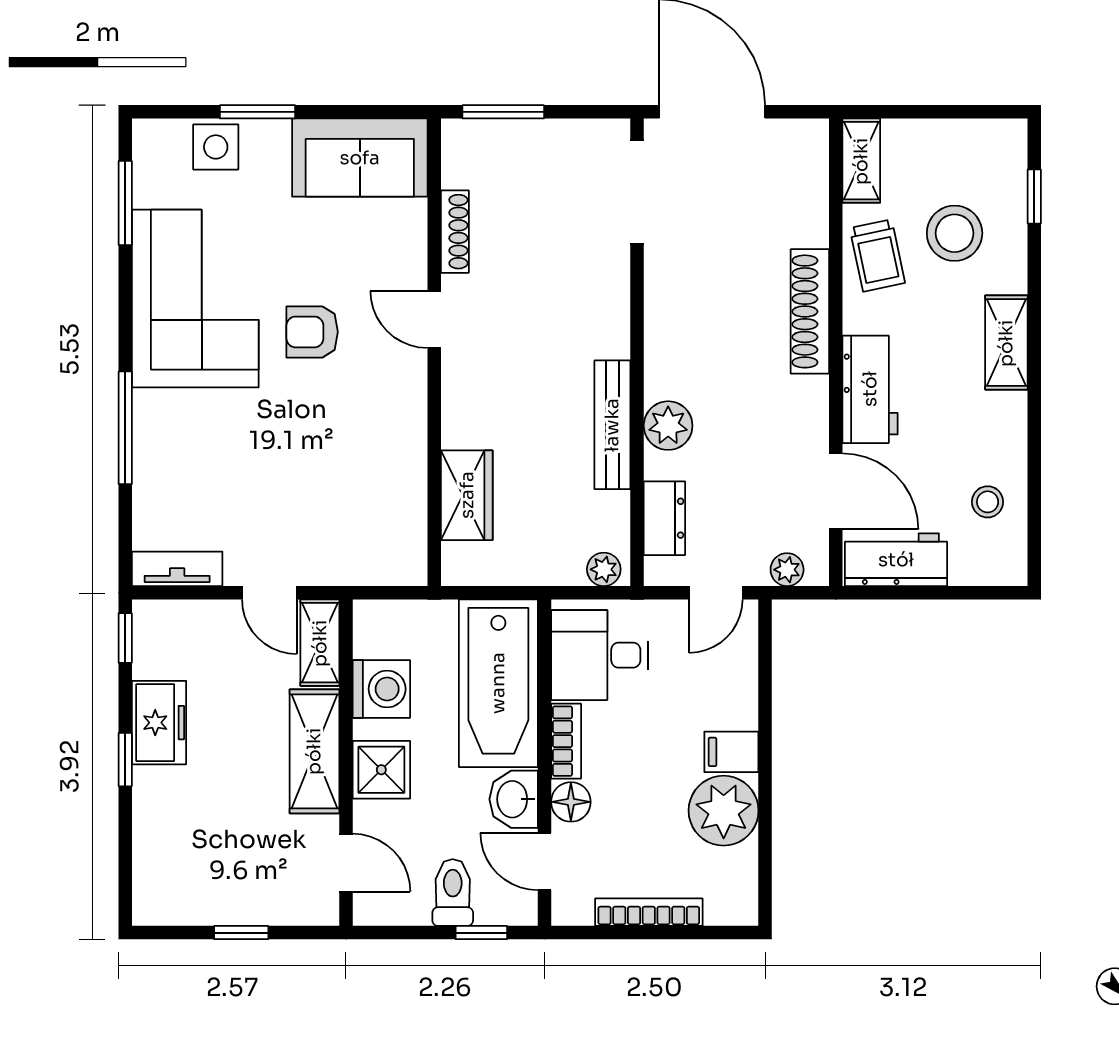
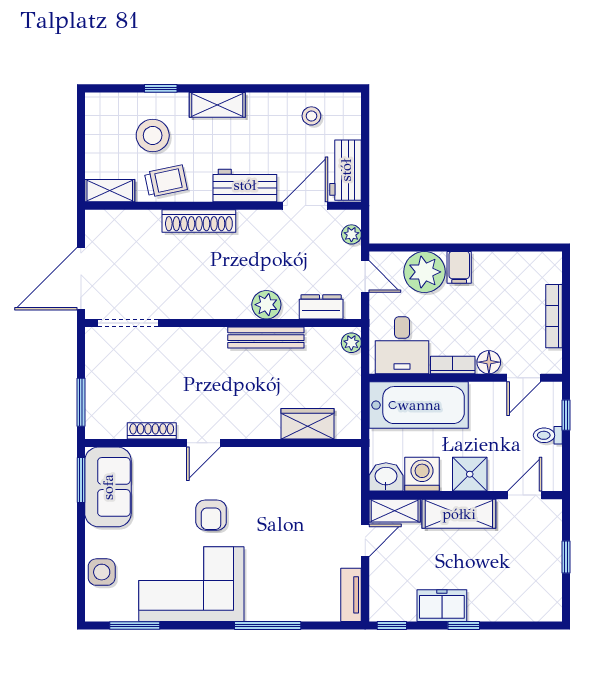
window: (258, 112) -> (81, 480), moved
window: (1034, 197) -> (161, 88), moved
washbasin: (514, 799) -> (386, 477), moved, turned 180
plant: (724, 811) -> (424, 272), moved
toilet: (453, 892) -> (548, 435), width x0.73, depth x0.72

